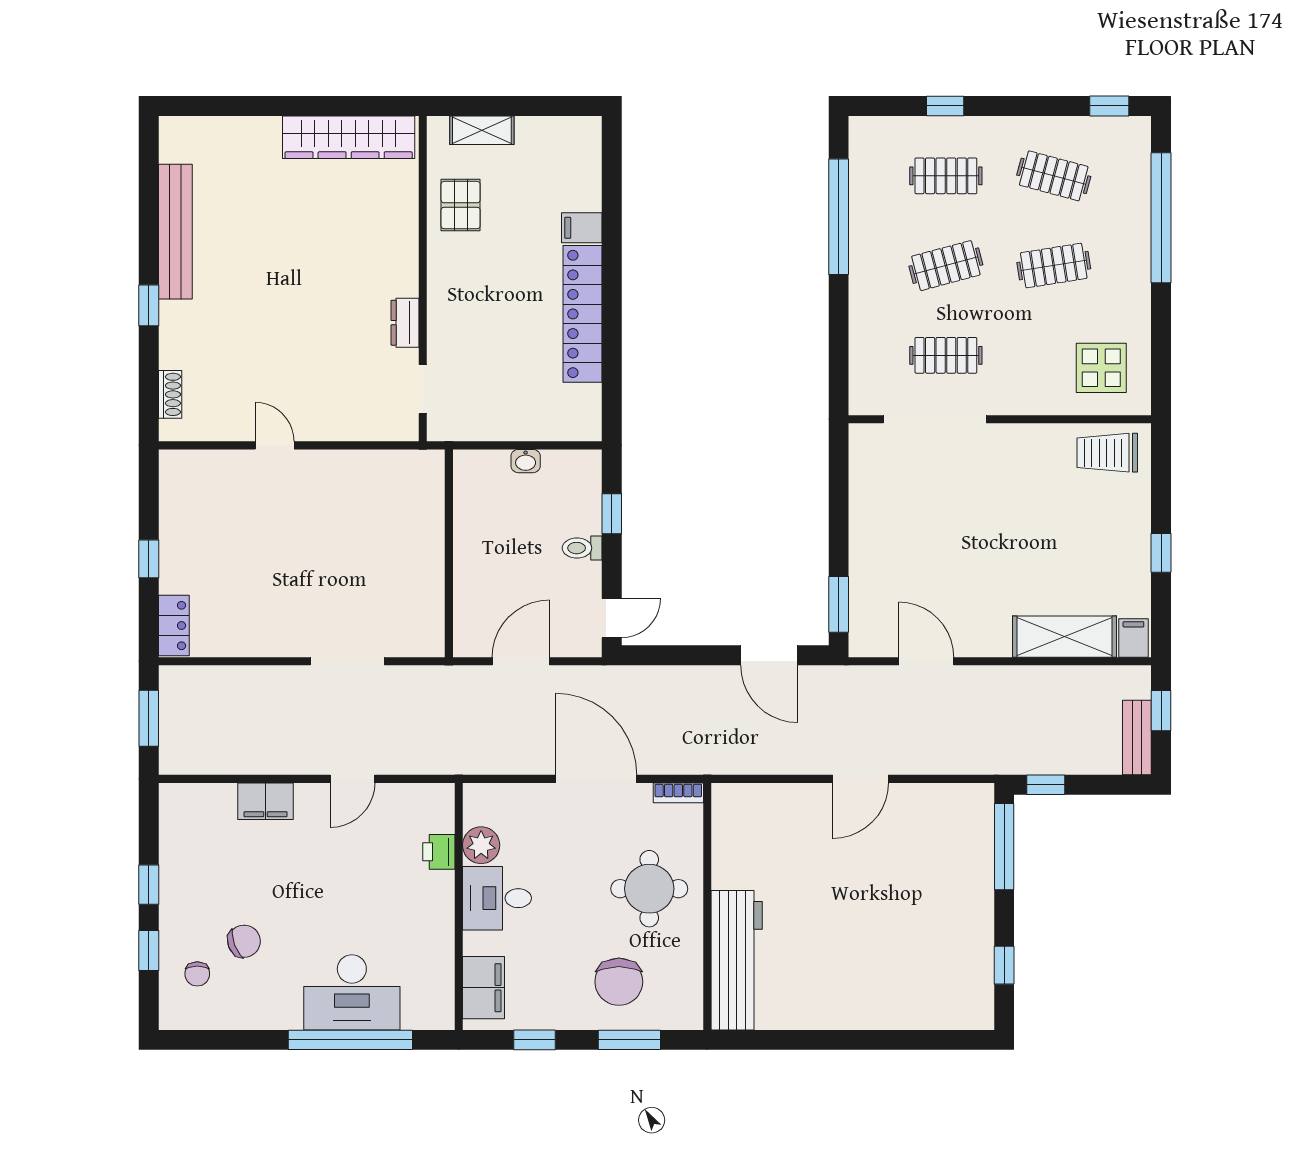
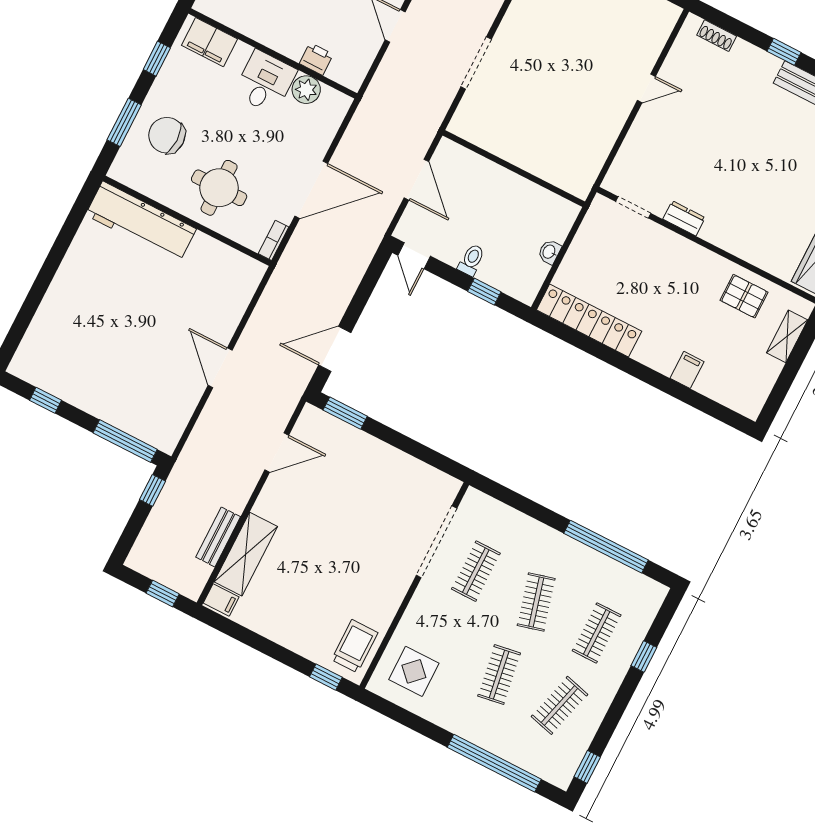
locker: (583, 314) -> (589, 320), moved
window: (1161, 553) -> (326, 677), moved
bench: (1137, 738) -> (218, 537), moved, turned 90

